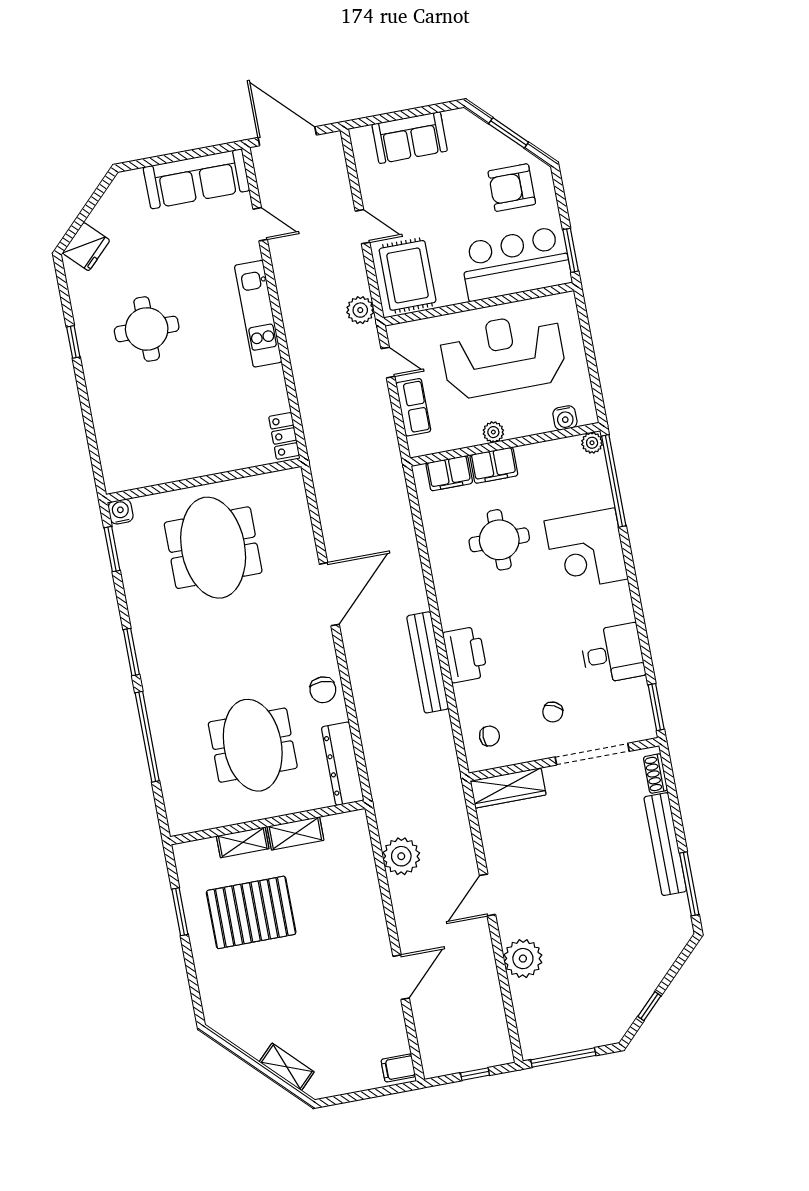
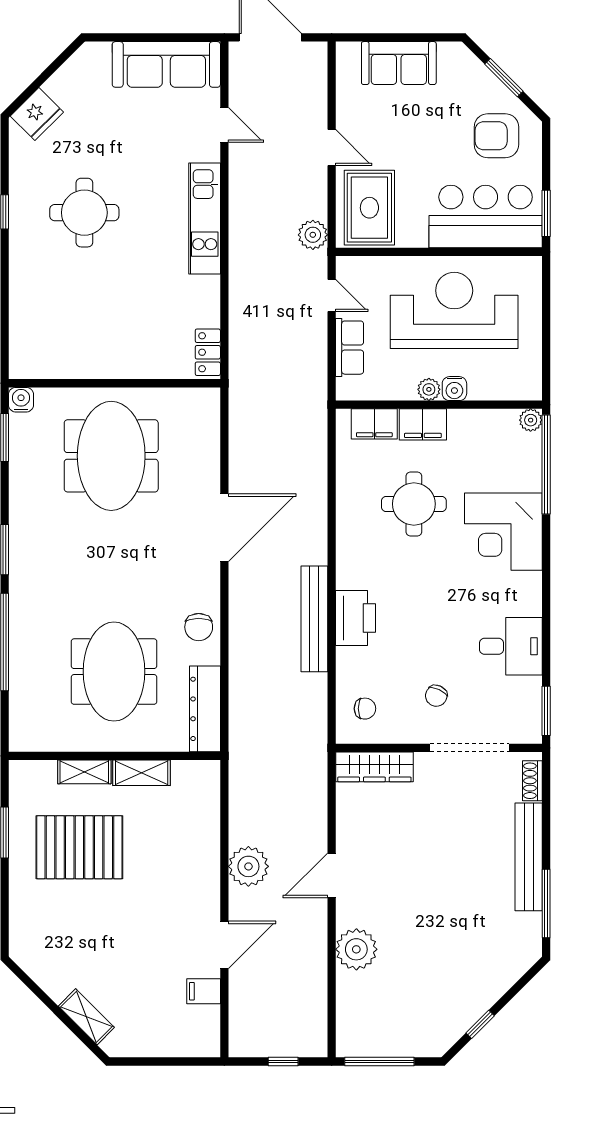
water cooler: (565, 418) -> (454, 389), moved
plant: (401, 856) -> (248, 866), moved
filing cabinet: (398, 1068) -> (204, 991), moved

